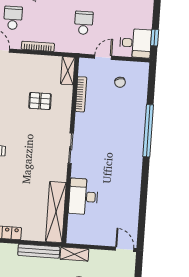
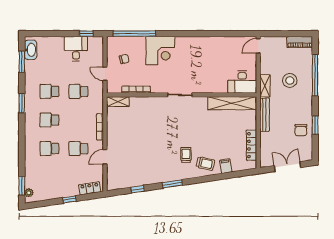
desk: (135, 43) -> (76, 49), moved
pallet: (40, 101) -> (144, 122), removed
corner desk: (127, 128) -> (160, 51), added
window: (148, 131) -> (134, 34), moved
desk: (83, 197) -> (242, 82), moved

